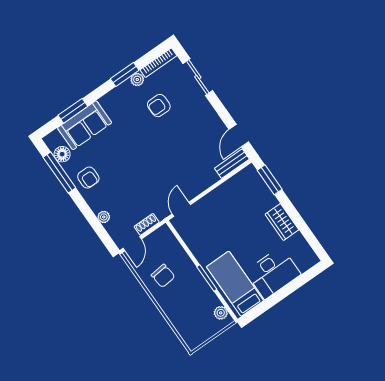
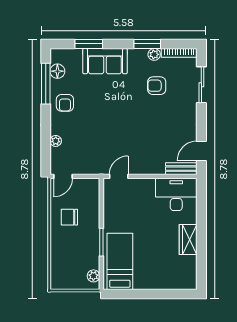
sofa: (85, 125) -> (105, 61), moved
window: (270, 180) -> (201, 201), removed
shoe rack: (147, 224) -> (84, 169), removed
desk: (273, 273) -> (176, 194), moved, turned 180
chair: (163, 276) -> (69, 217), turned 96

